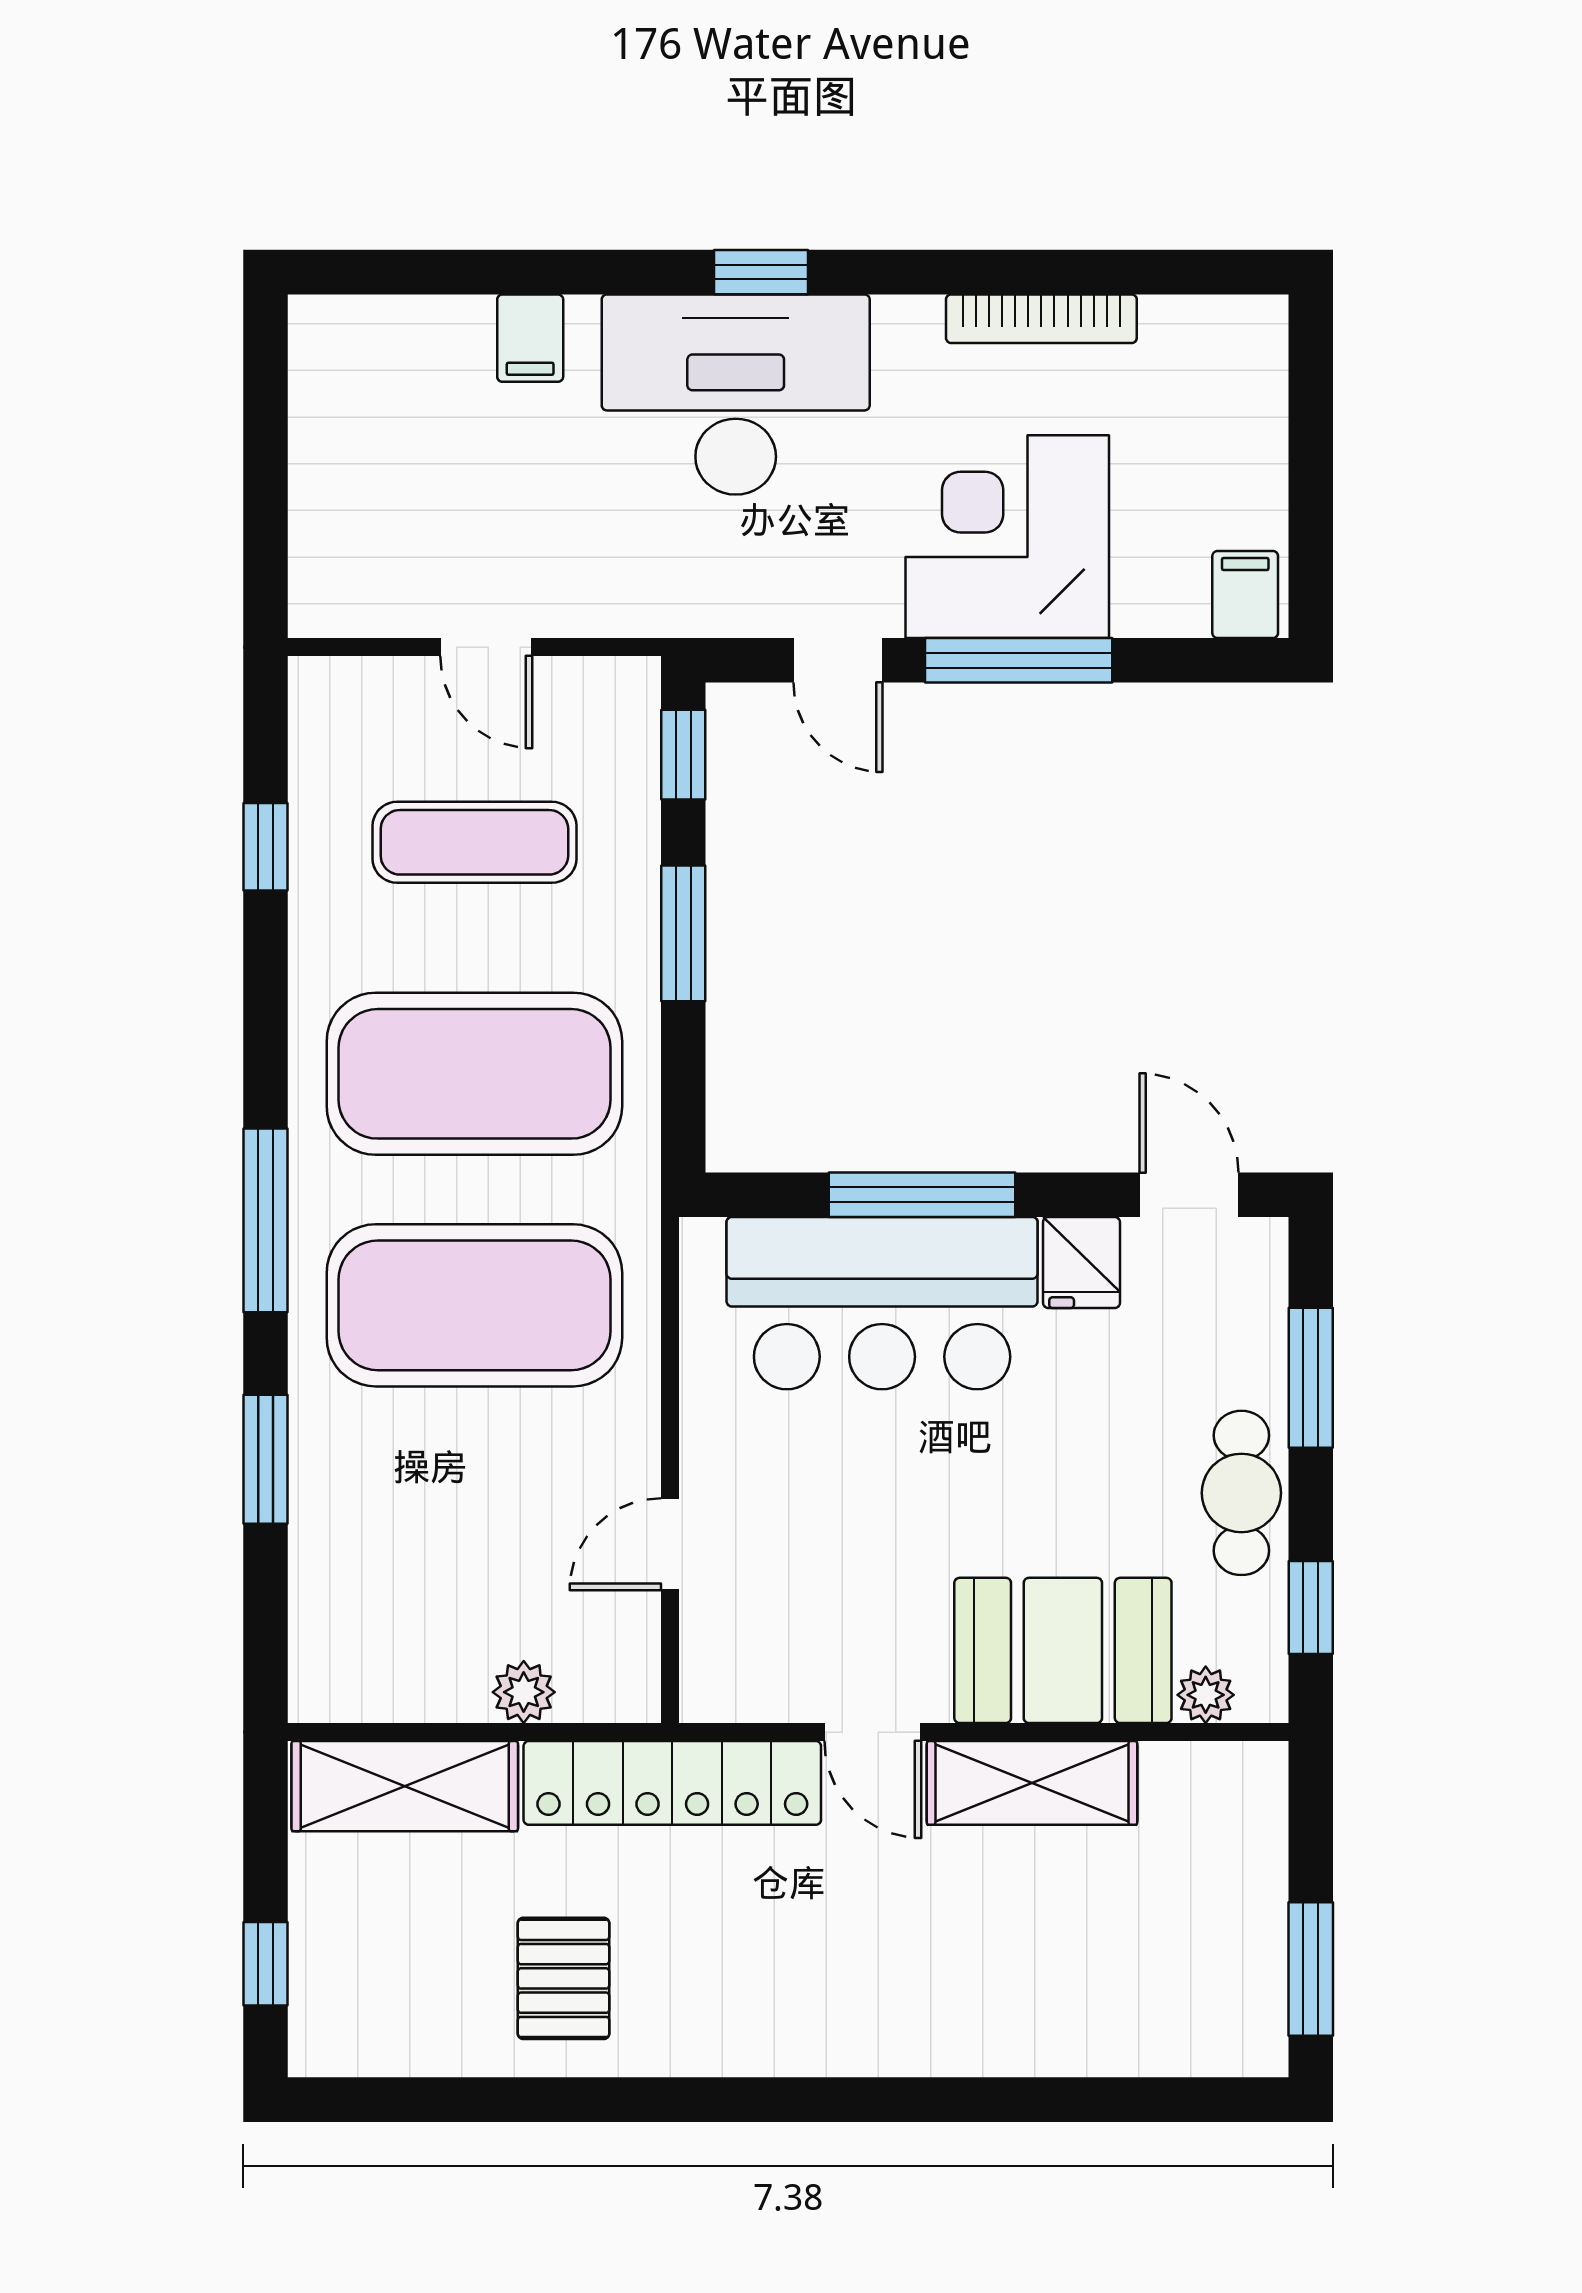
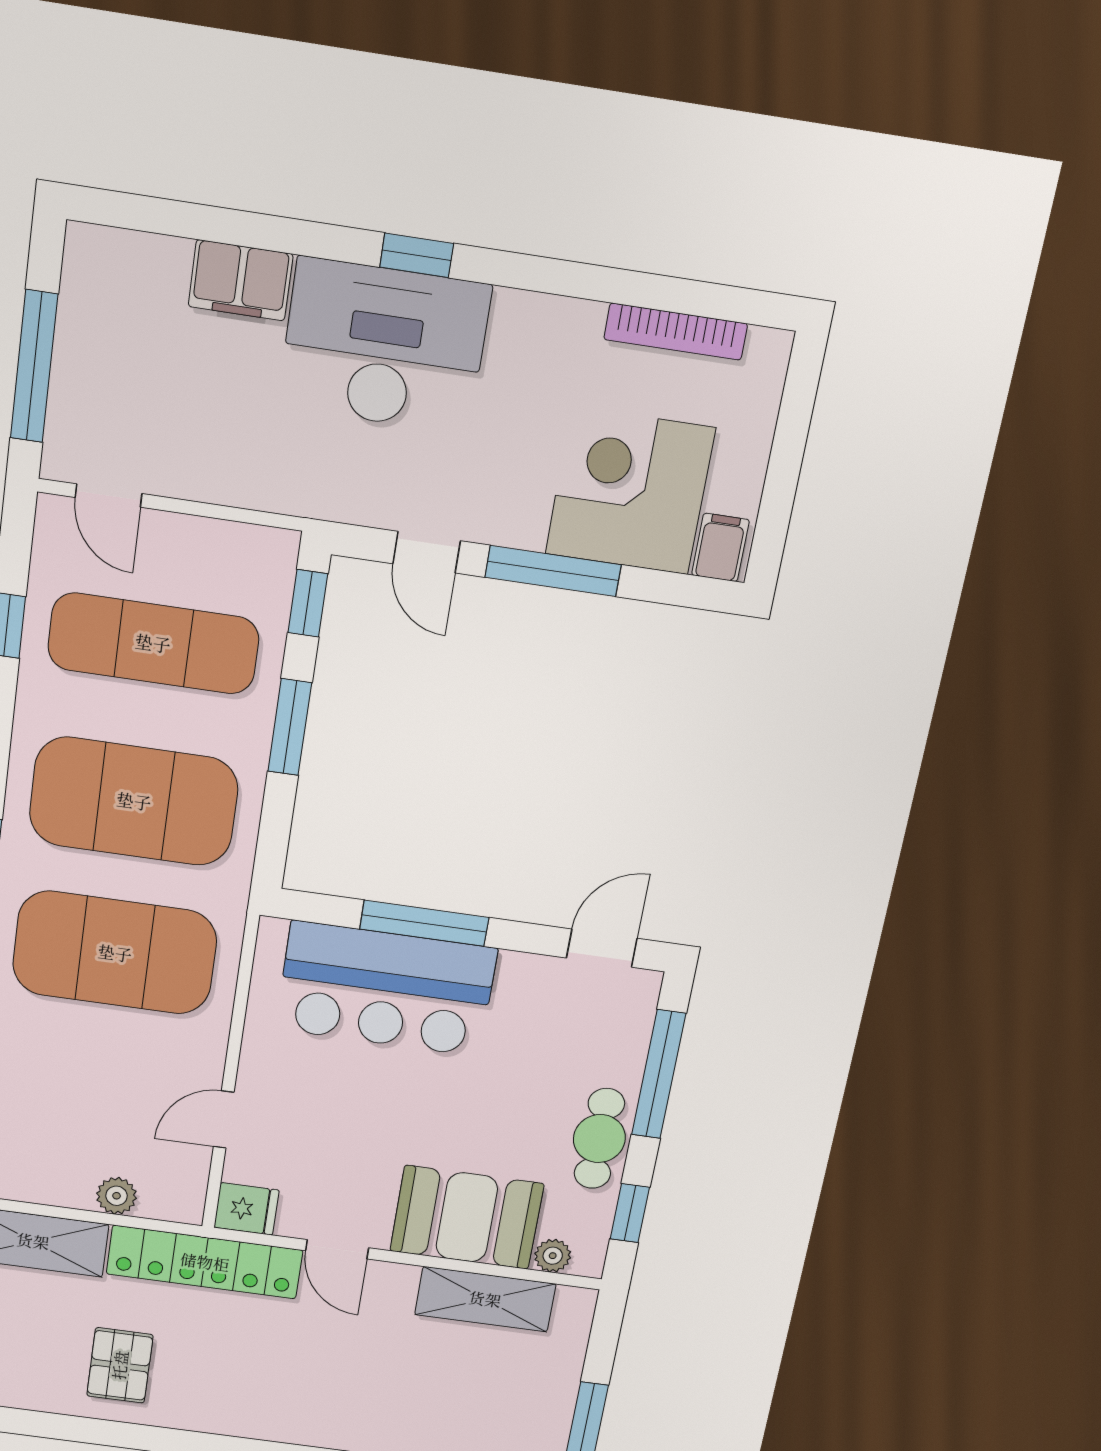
bookcase: (1041, 319) -> (676, 332), moved
filing cabinet: (530, 338) -> (241, 280), width x2.00
window: (266, 490) -> (34, 366), added
corner desk: (1007, 537) -> (630, 491), moved
door: (486, 647) -> (109, 496), moved
exercise mat: (474, 842) -> (153, 643), width x1.36, depth x1.45
door: (1189, 1195) -> (602, 948), hinge flipped
fridge: (1082, 1262) -> (247, 1209), moved, turned -90
window: (1311, 1378) -> (659, 1074), width x1.44
shelving: (1032, 1783) -> (485, 1299), moved

